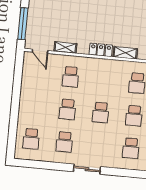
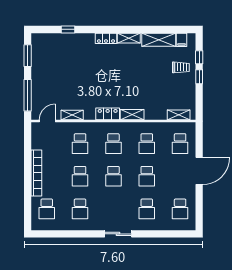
door: (40, 51) -> (47, 121), swing flipped
school desk: (104, 80) -> (113, 144), added
bookcase: (24, 102) -> (36, 173), added
sliding door: (87, 169) -> (118, 234), moved

